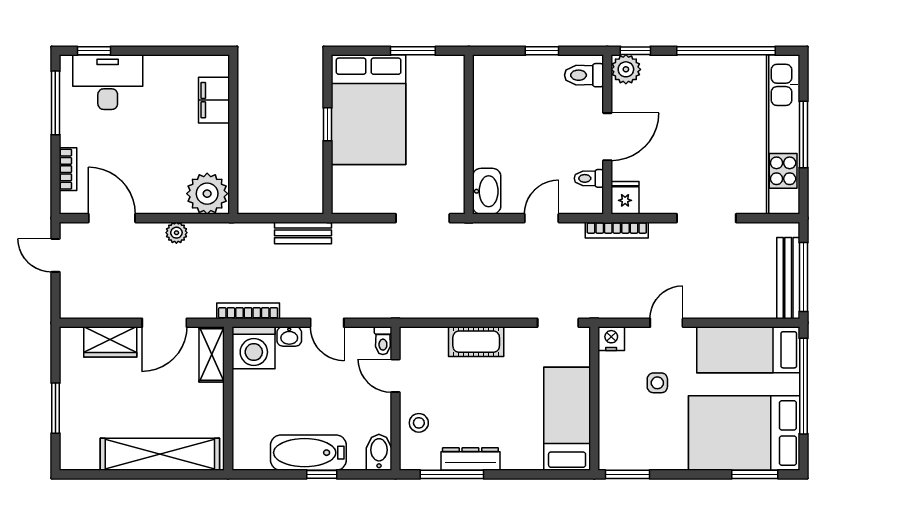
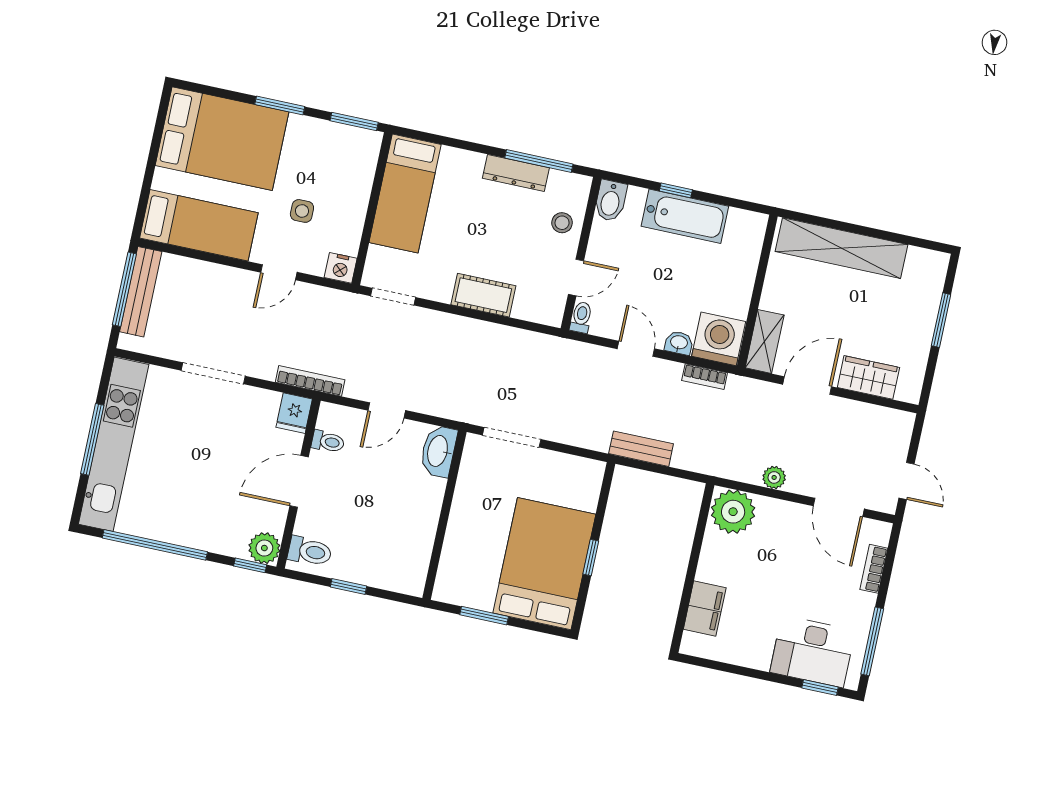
bookcase: (248, 311) -> (705, 377), width x0.64
door: (395, 376) -> (576, 277), hinge flipped
window: (803, 386) -> (149, 175), removed
window: (755, 474) -> (280, 105), moved

